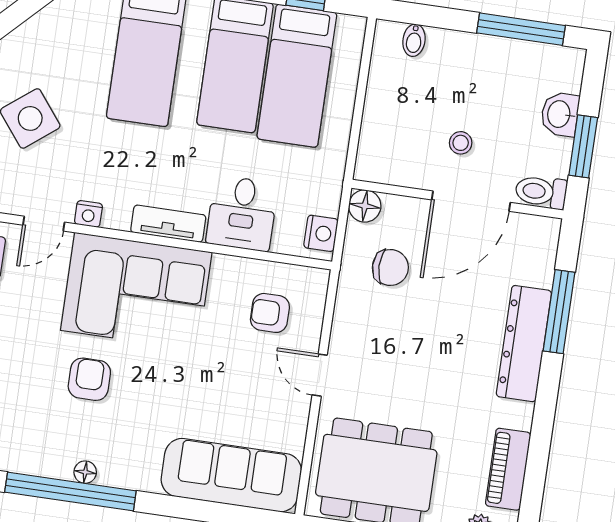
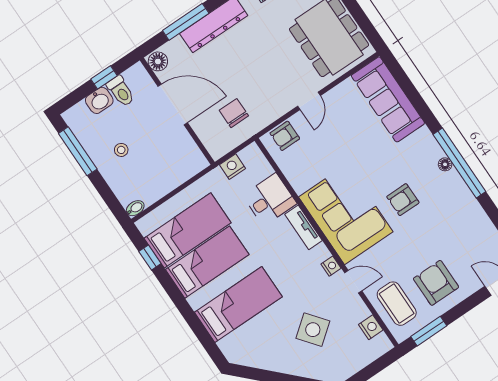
bidet: (414, 40) -> (135, 208), moved
stool: (461, 143) -> (121, 150), moved
window: (583, 146) -> (104, 77), width x0.67
toilet: (541, 192) -> (121, 91), moved
floor lamp: (365, 206) -> (158, 61), moved
nightstand: (321, 233) -> (233, 167), moved
armchair: (270, 313) -> (285, 136), moved, turned 90

